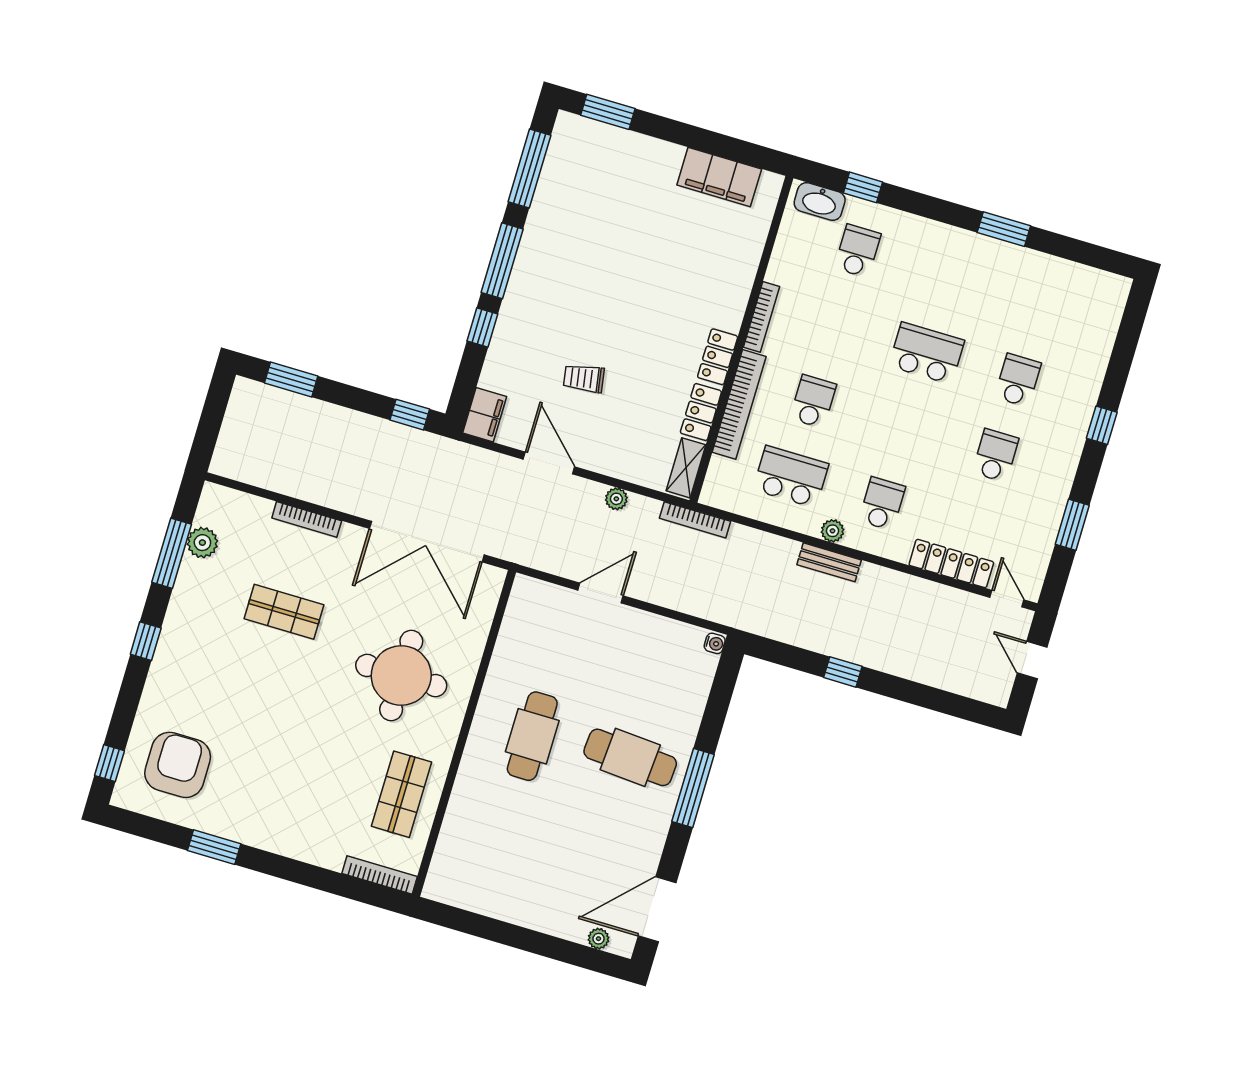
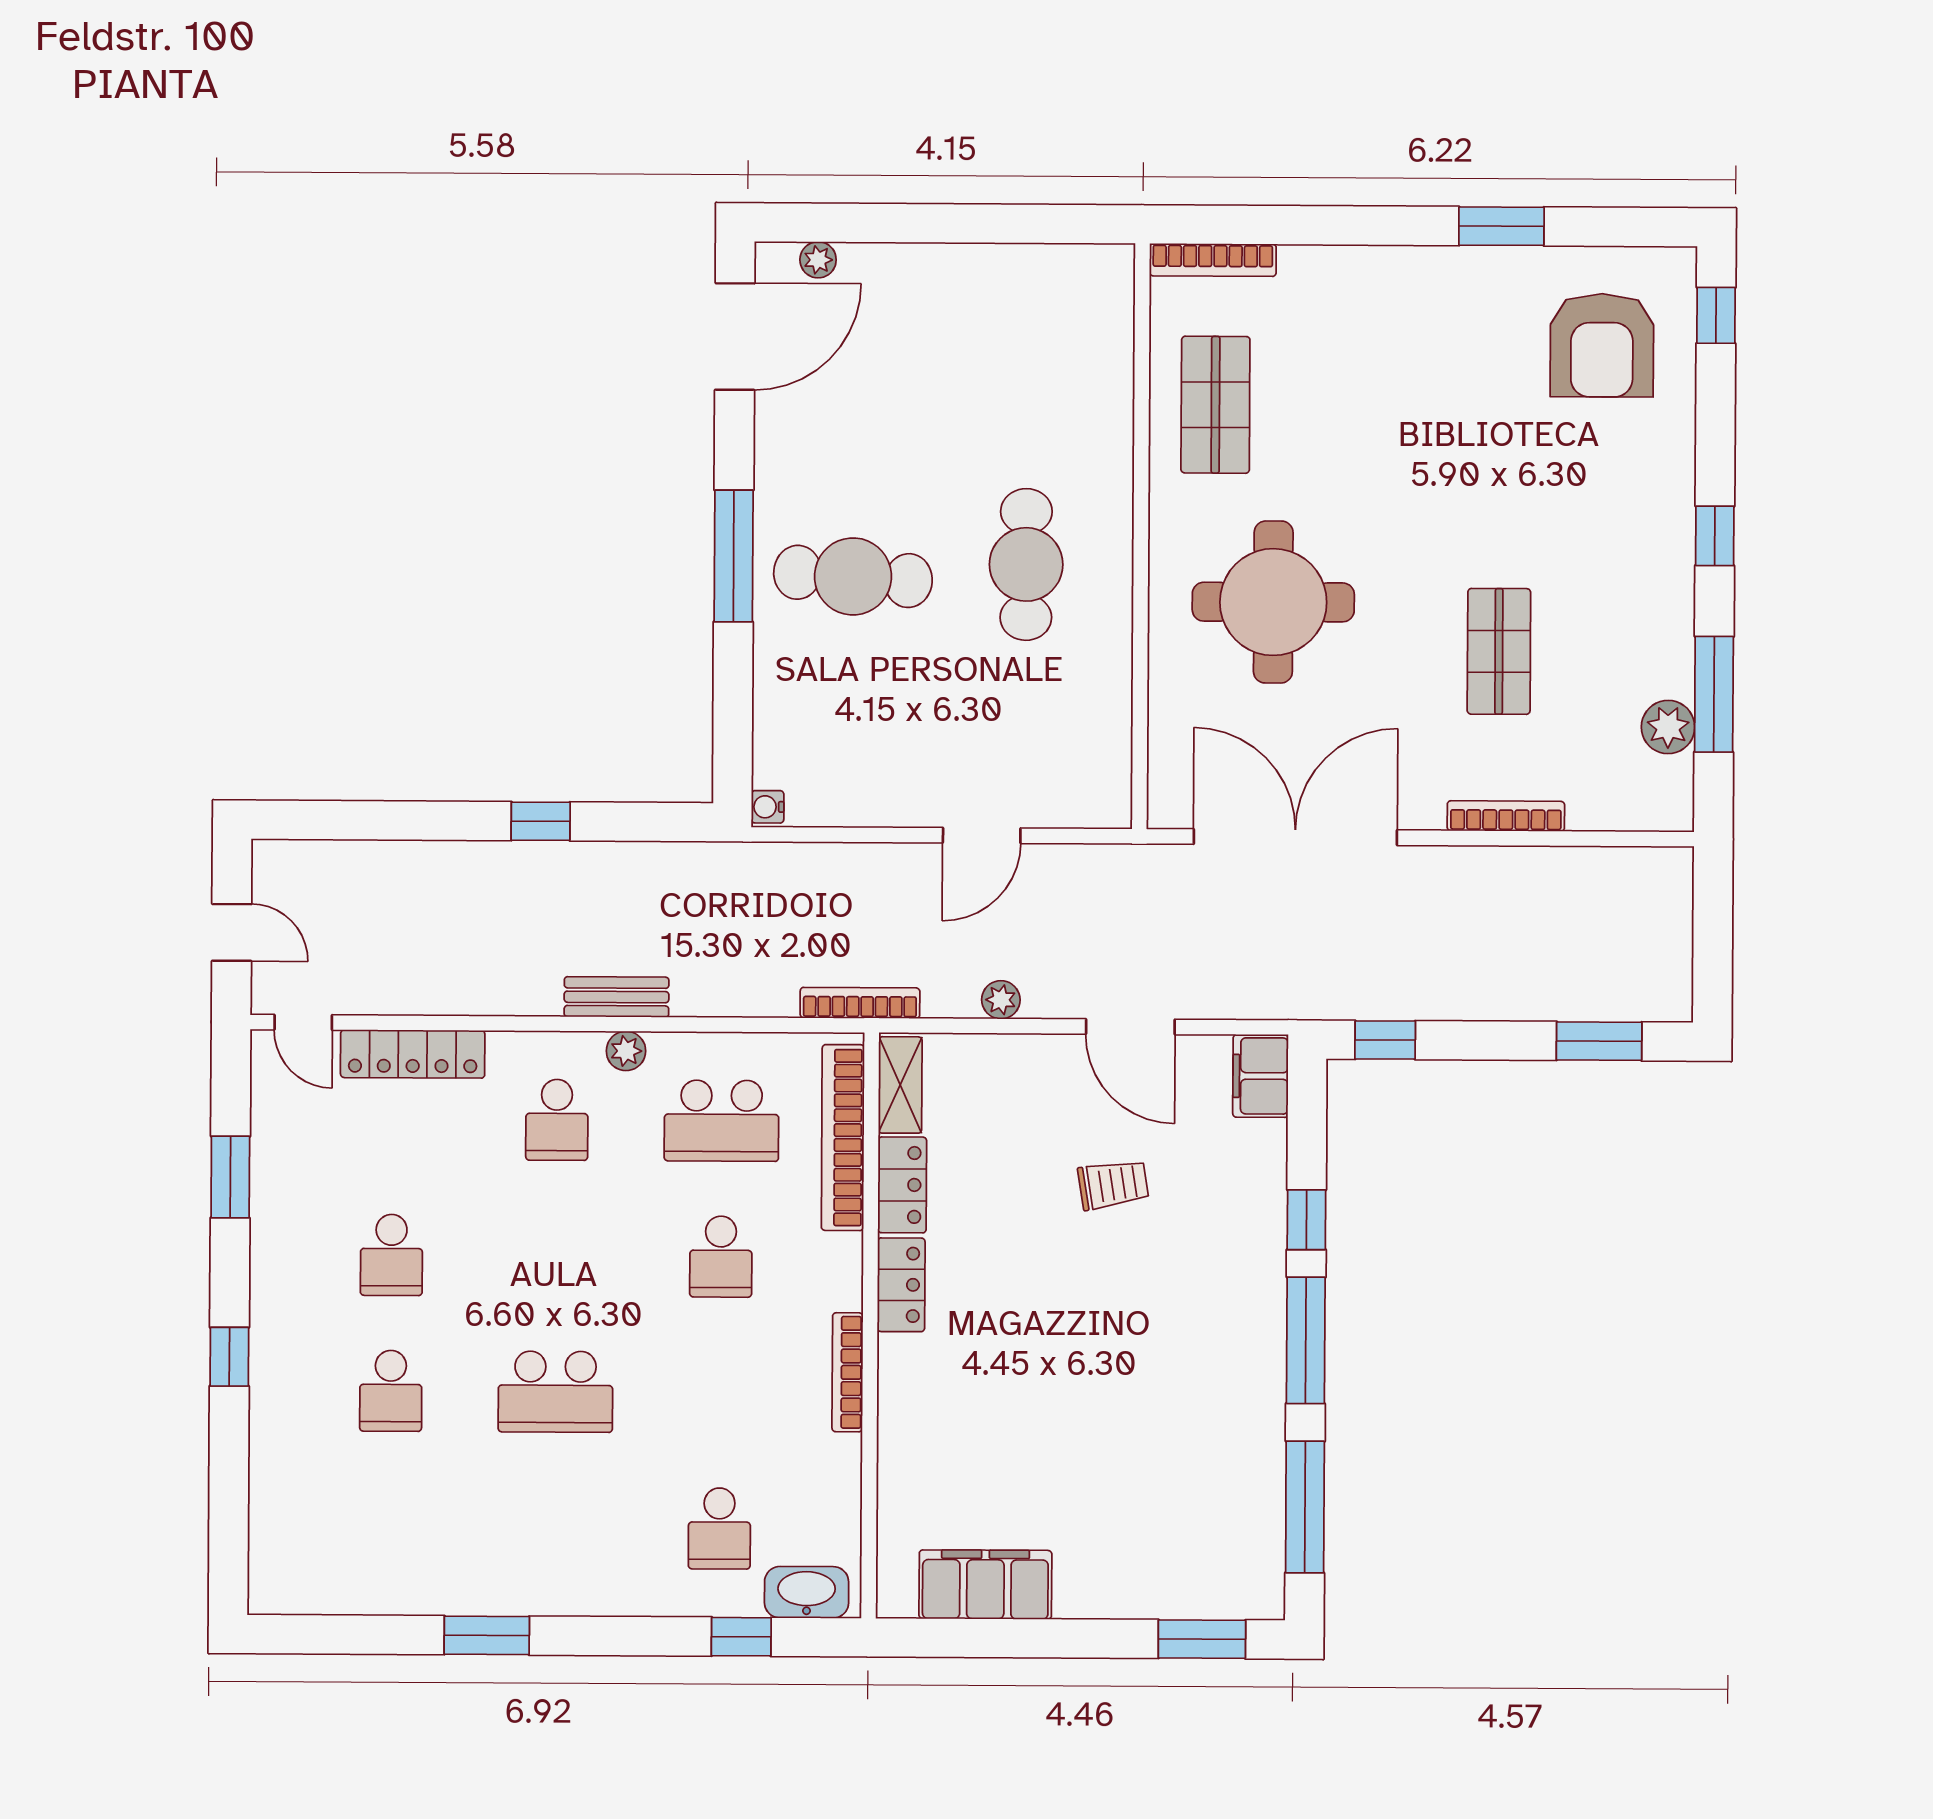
bookcase: (739, 404) -> (843, 1138), moved
shop shelf: (284, 612) -> (1499, 651), turned 90

